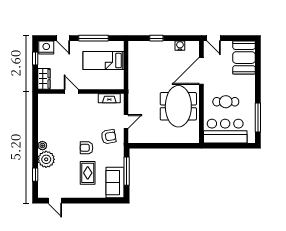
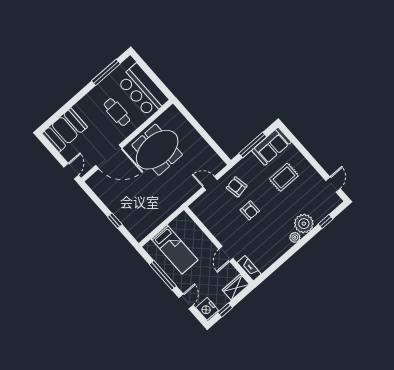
water cooler: (180, 46) -> (103, 195), removed
fireplace: (109, 98) -> (249, 268), moved
armchair: (87, 148) -> (250, 210), moved

